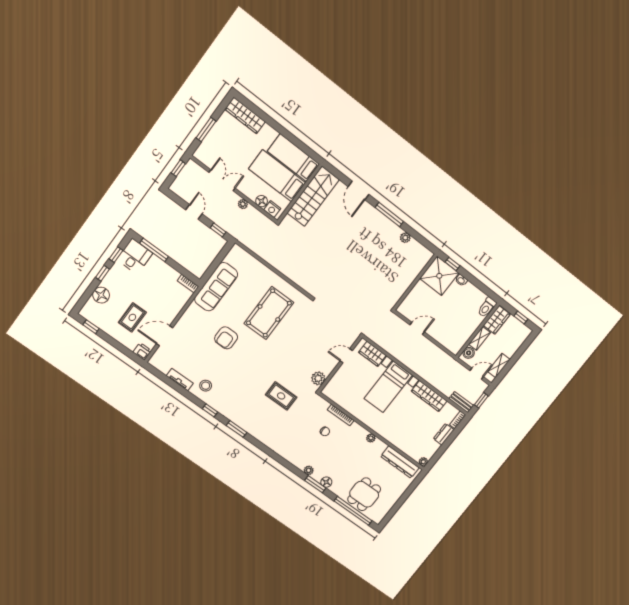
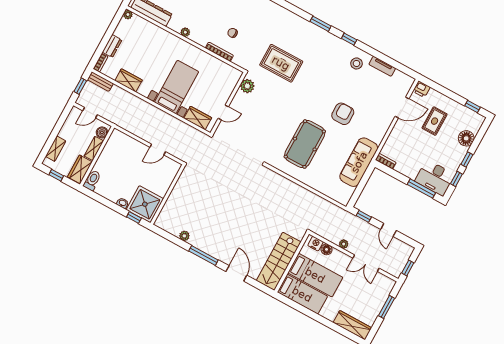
desk: (135, 256) -> (435, 178), width x1.37
shelving: (499, 366) -> (56, 149), moved
rug: (281, 396) -> (281, 63), width x1.36, depth x1.43
wardrobe: (429, 396) -> (129, 80), width x0.67

